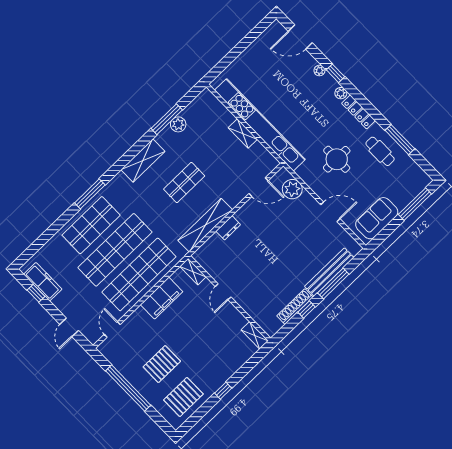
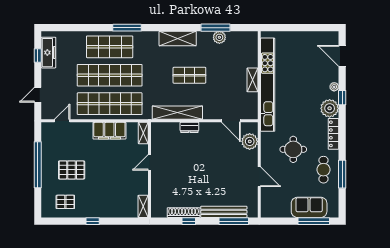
plant: (341, 93) -> (330, 108), width x1.87, depth x1.87
sofa: (377, 218) -> (309, 207), moved
window: (333, 284) -> (234, 221), moved
pallet: (183, 397) -> (65, 202), width x0.67, depth x0.71

